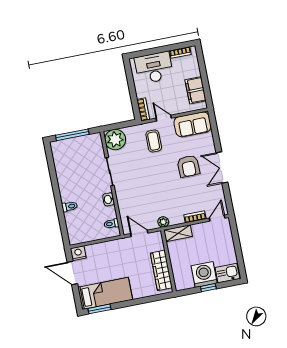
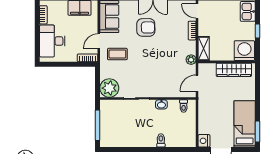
washing machine: (204, 274) -> (244, 51), moved, turned 90

